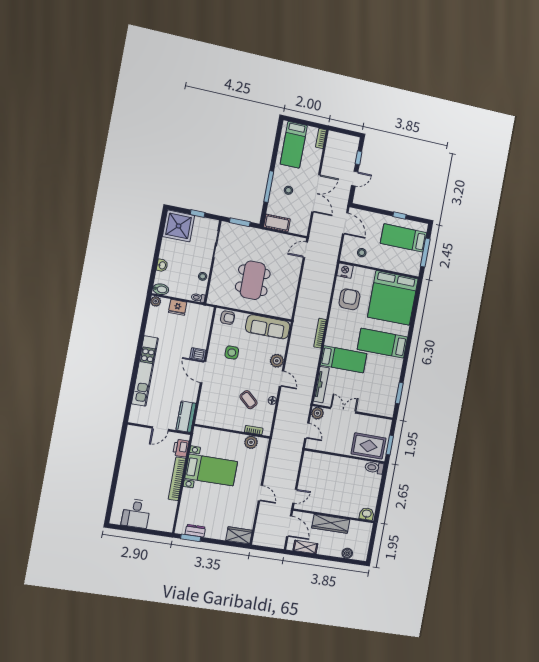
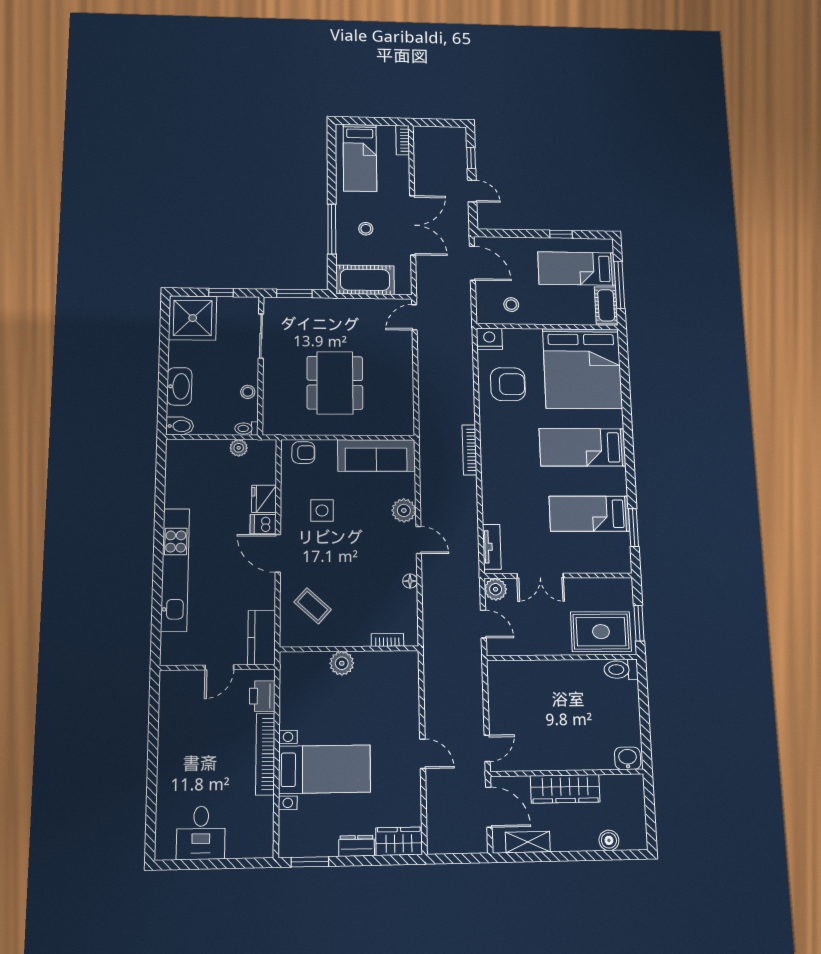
door: (355, 179) -> (472, 191), hinge flipped
cot: (277, 223) -> (365, 280), width x1.37, depth x1.34
cot: (415, 263) -> (606, 305), added
washbasin: (162, 265) -> (179, 386), width x1.91, depth x1.45
armchair: (349, 299) -> (508, 384), turned 90
plant: (156, 301) -> (239, 448), moved
fridge: (178, 307) -> (264, 499), moved, turned 90
bed: (344, 359) -> (589, 514), moved, turned 180
tv unit: (321, 385) -> (492, 547), width x0.71
coffee table: (249, 400) -> (313, 606), moved
double door: (343, 410) -> (540, 576), swing flipped
plant: (251, 442) -> (342, 663), moved
bed with nightstands: (211, 470) -> (325, 769), moved
dresser: (195, 531) -> (357, 846), moved

